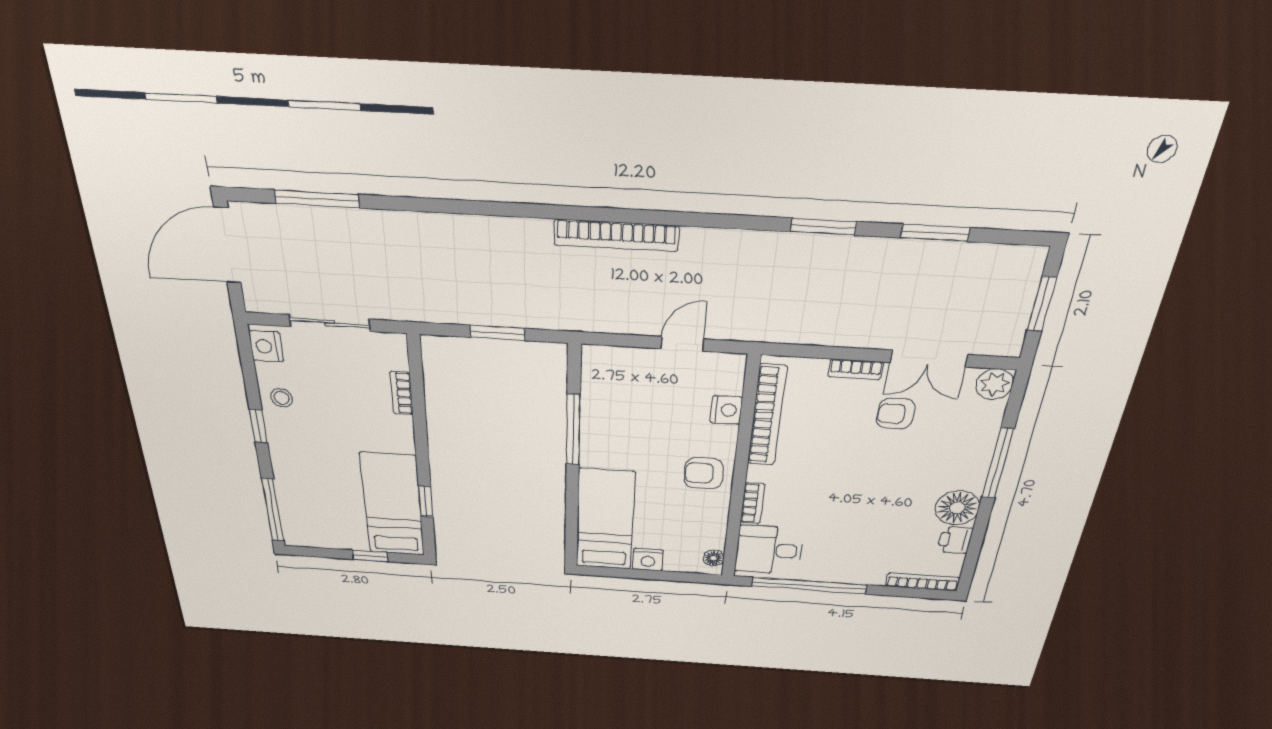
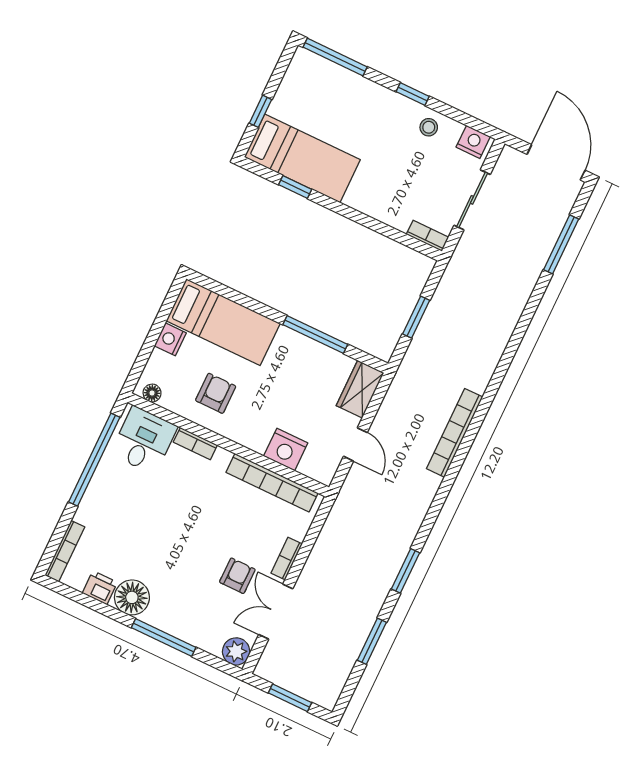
wardrobe: (613, 362) -> (360, 389), added
bookcase: (402, 393) -> (427, 236), moved
nightstand: (726, 410) -> (286, 449), width x1.36, depth x1.33
armchair: (704, 473) -> (216, 393), moved

